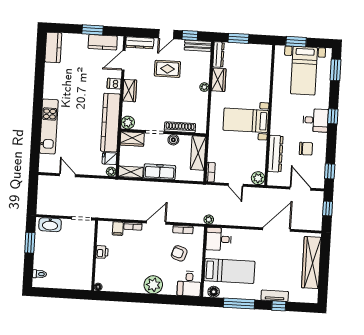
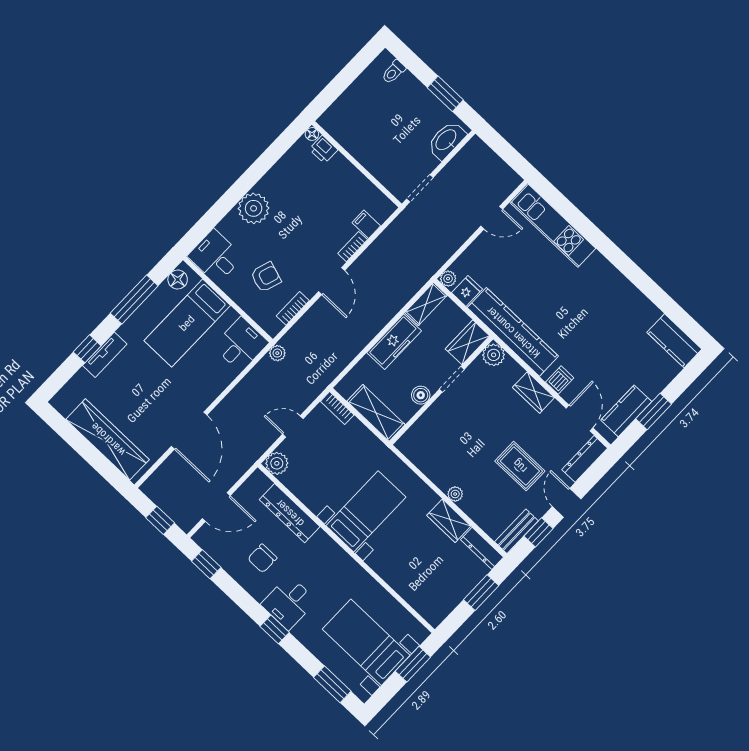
rug: (167, 69) -> (520, 466), turned 90
kitchen unit: (49, 126) -> (553, 226), moved
shoe rack: (180, 127) -> (430, 418), removed
printer: (102, 252) -> (323, 149), moved

